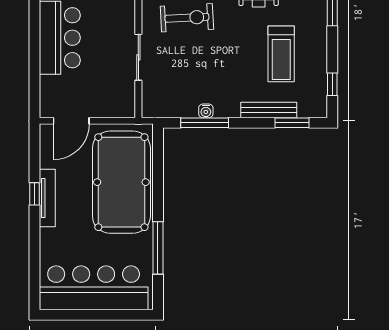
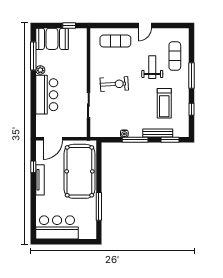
window: (332, 84) -> (191, 109), moved
window: (205, 123) -> (135, 140), moved
window: (34, 194) -> (33, 167), moved
bar counter: (94, 288) -> (57, 227), width x0.73

